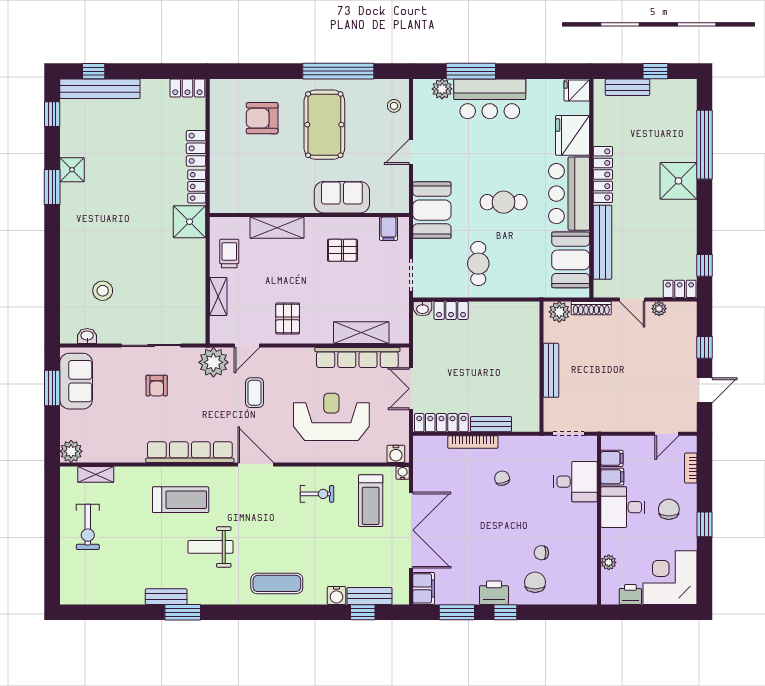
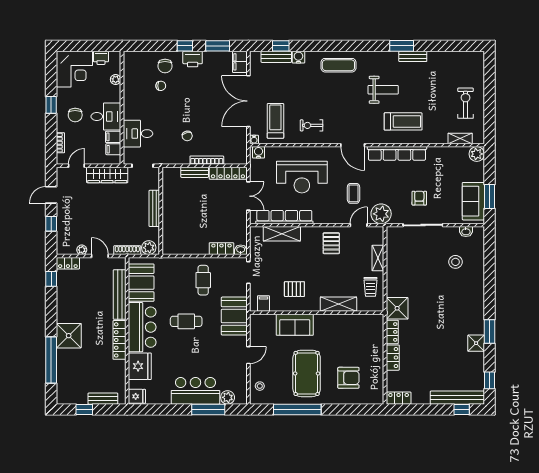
wardrobe: (621, 420) -> (107, 175), added
treadmill: (181, 500) -> (403, 121), turned 180

